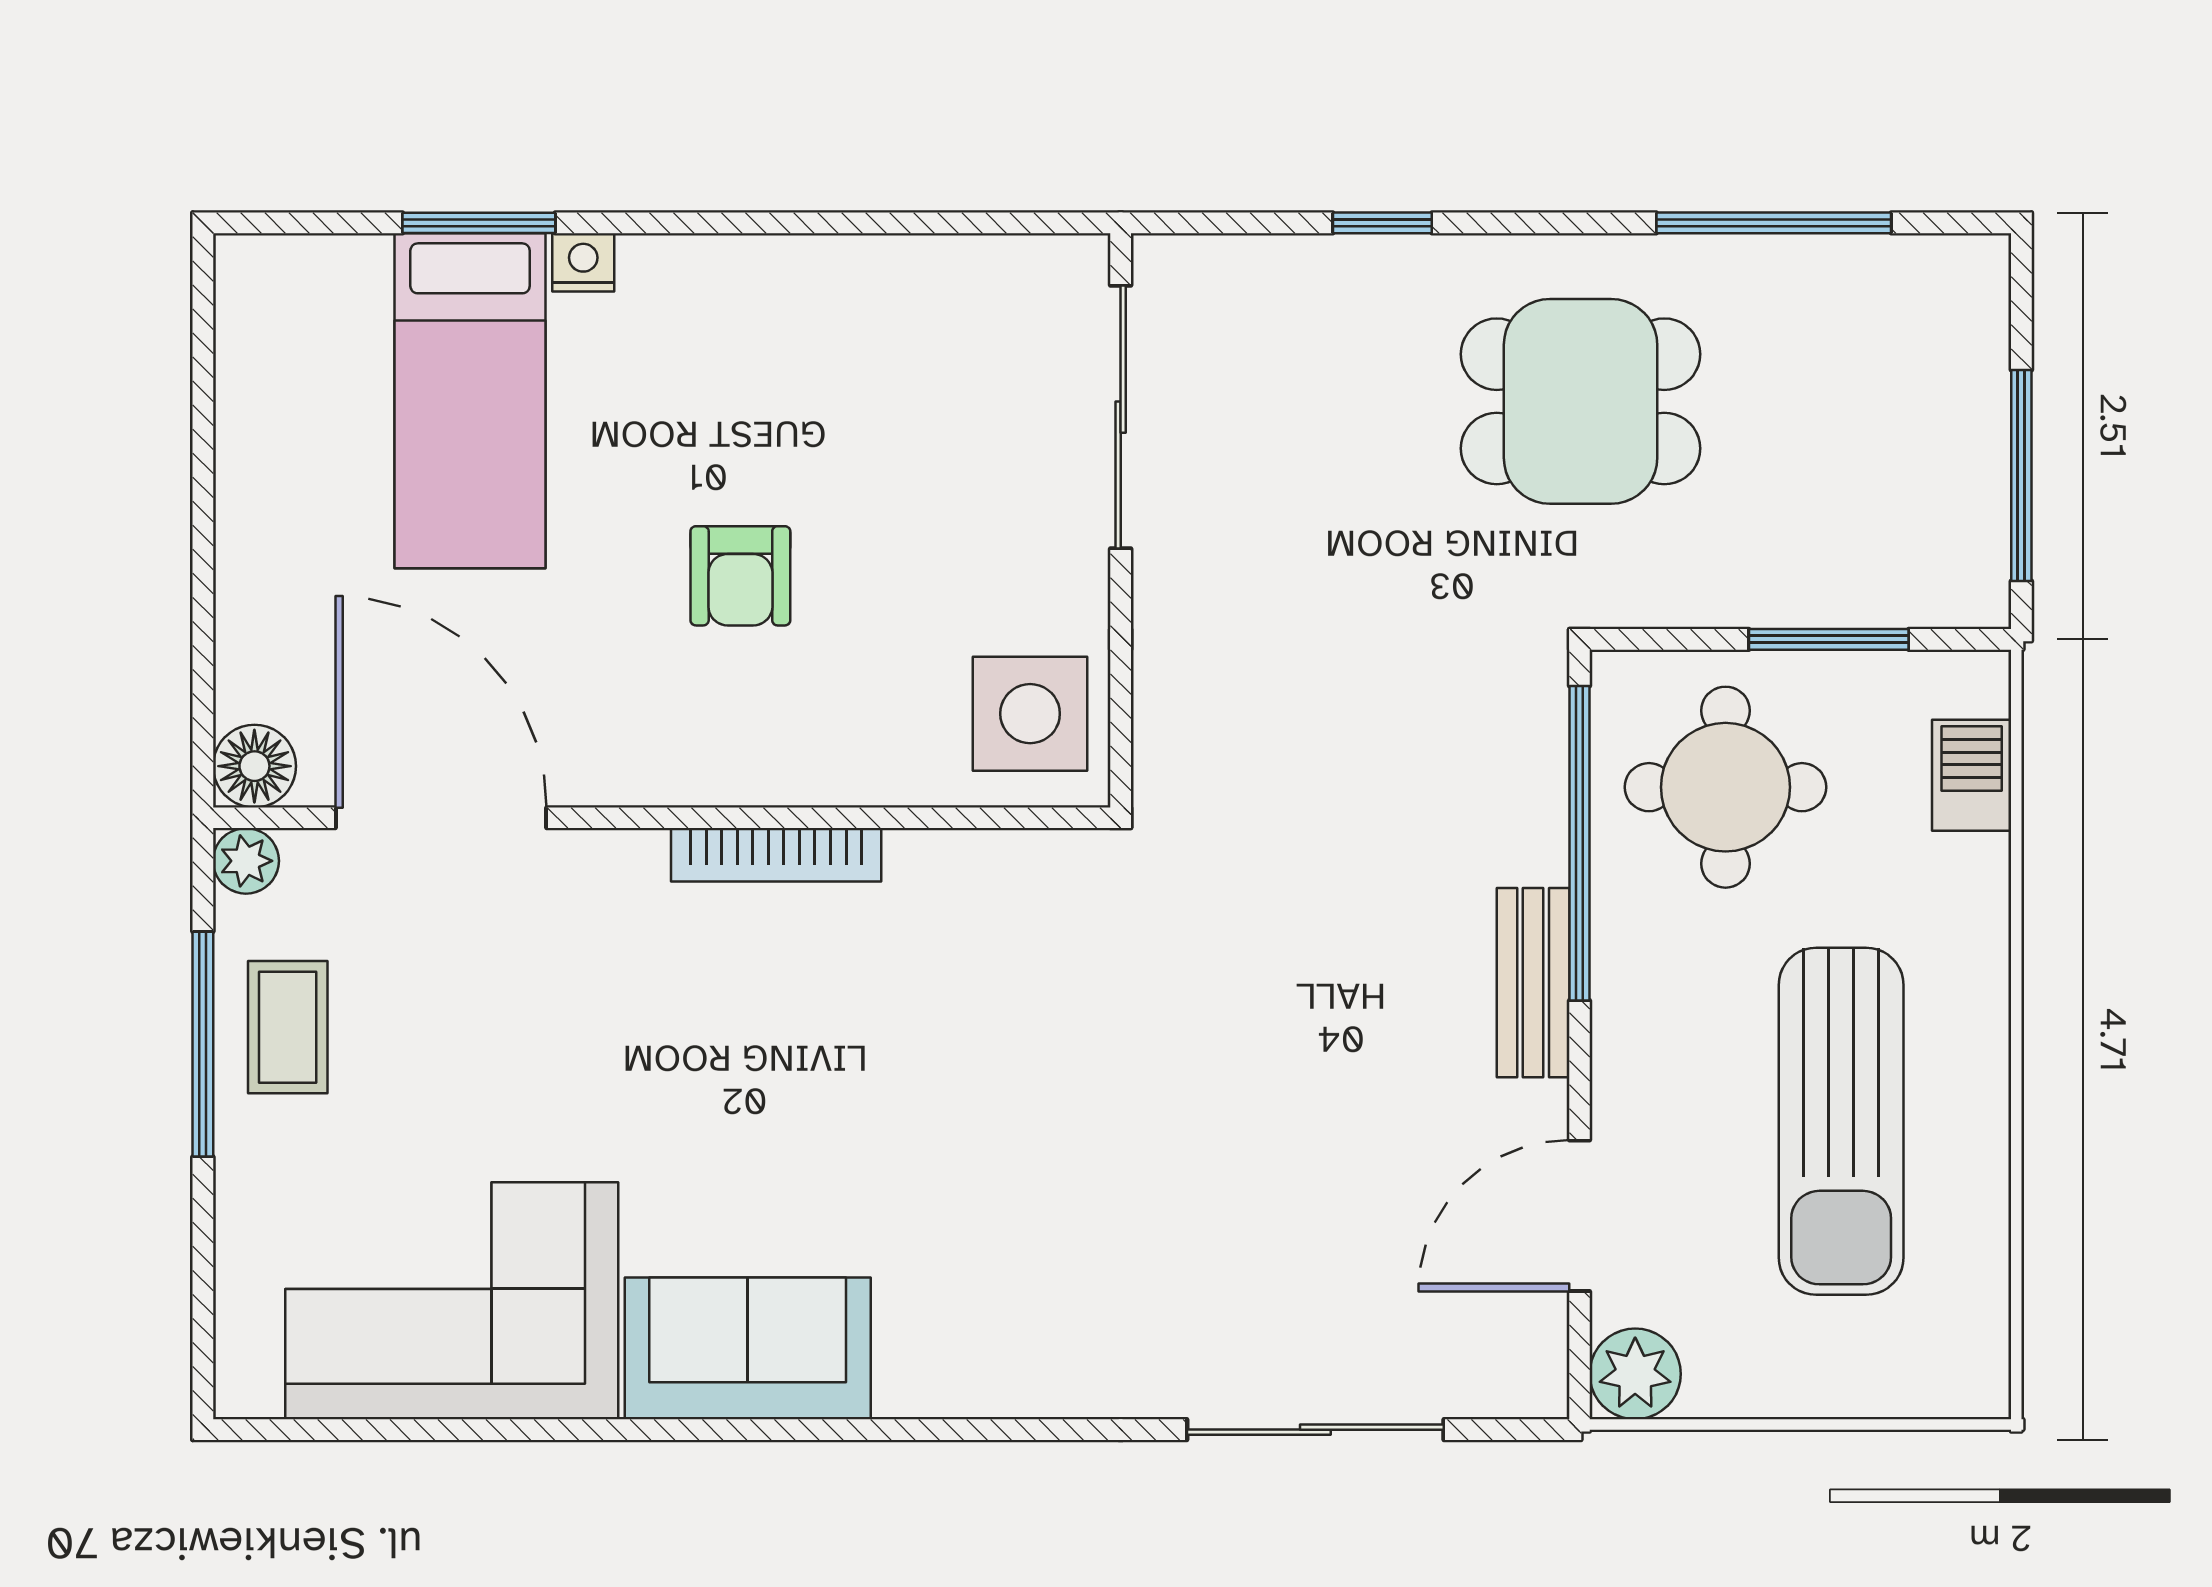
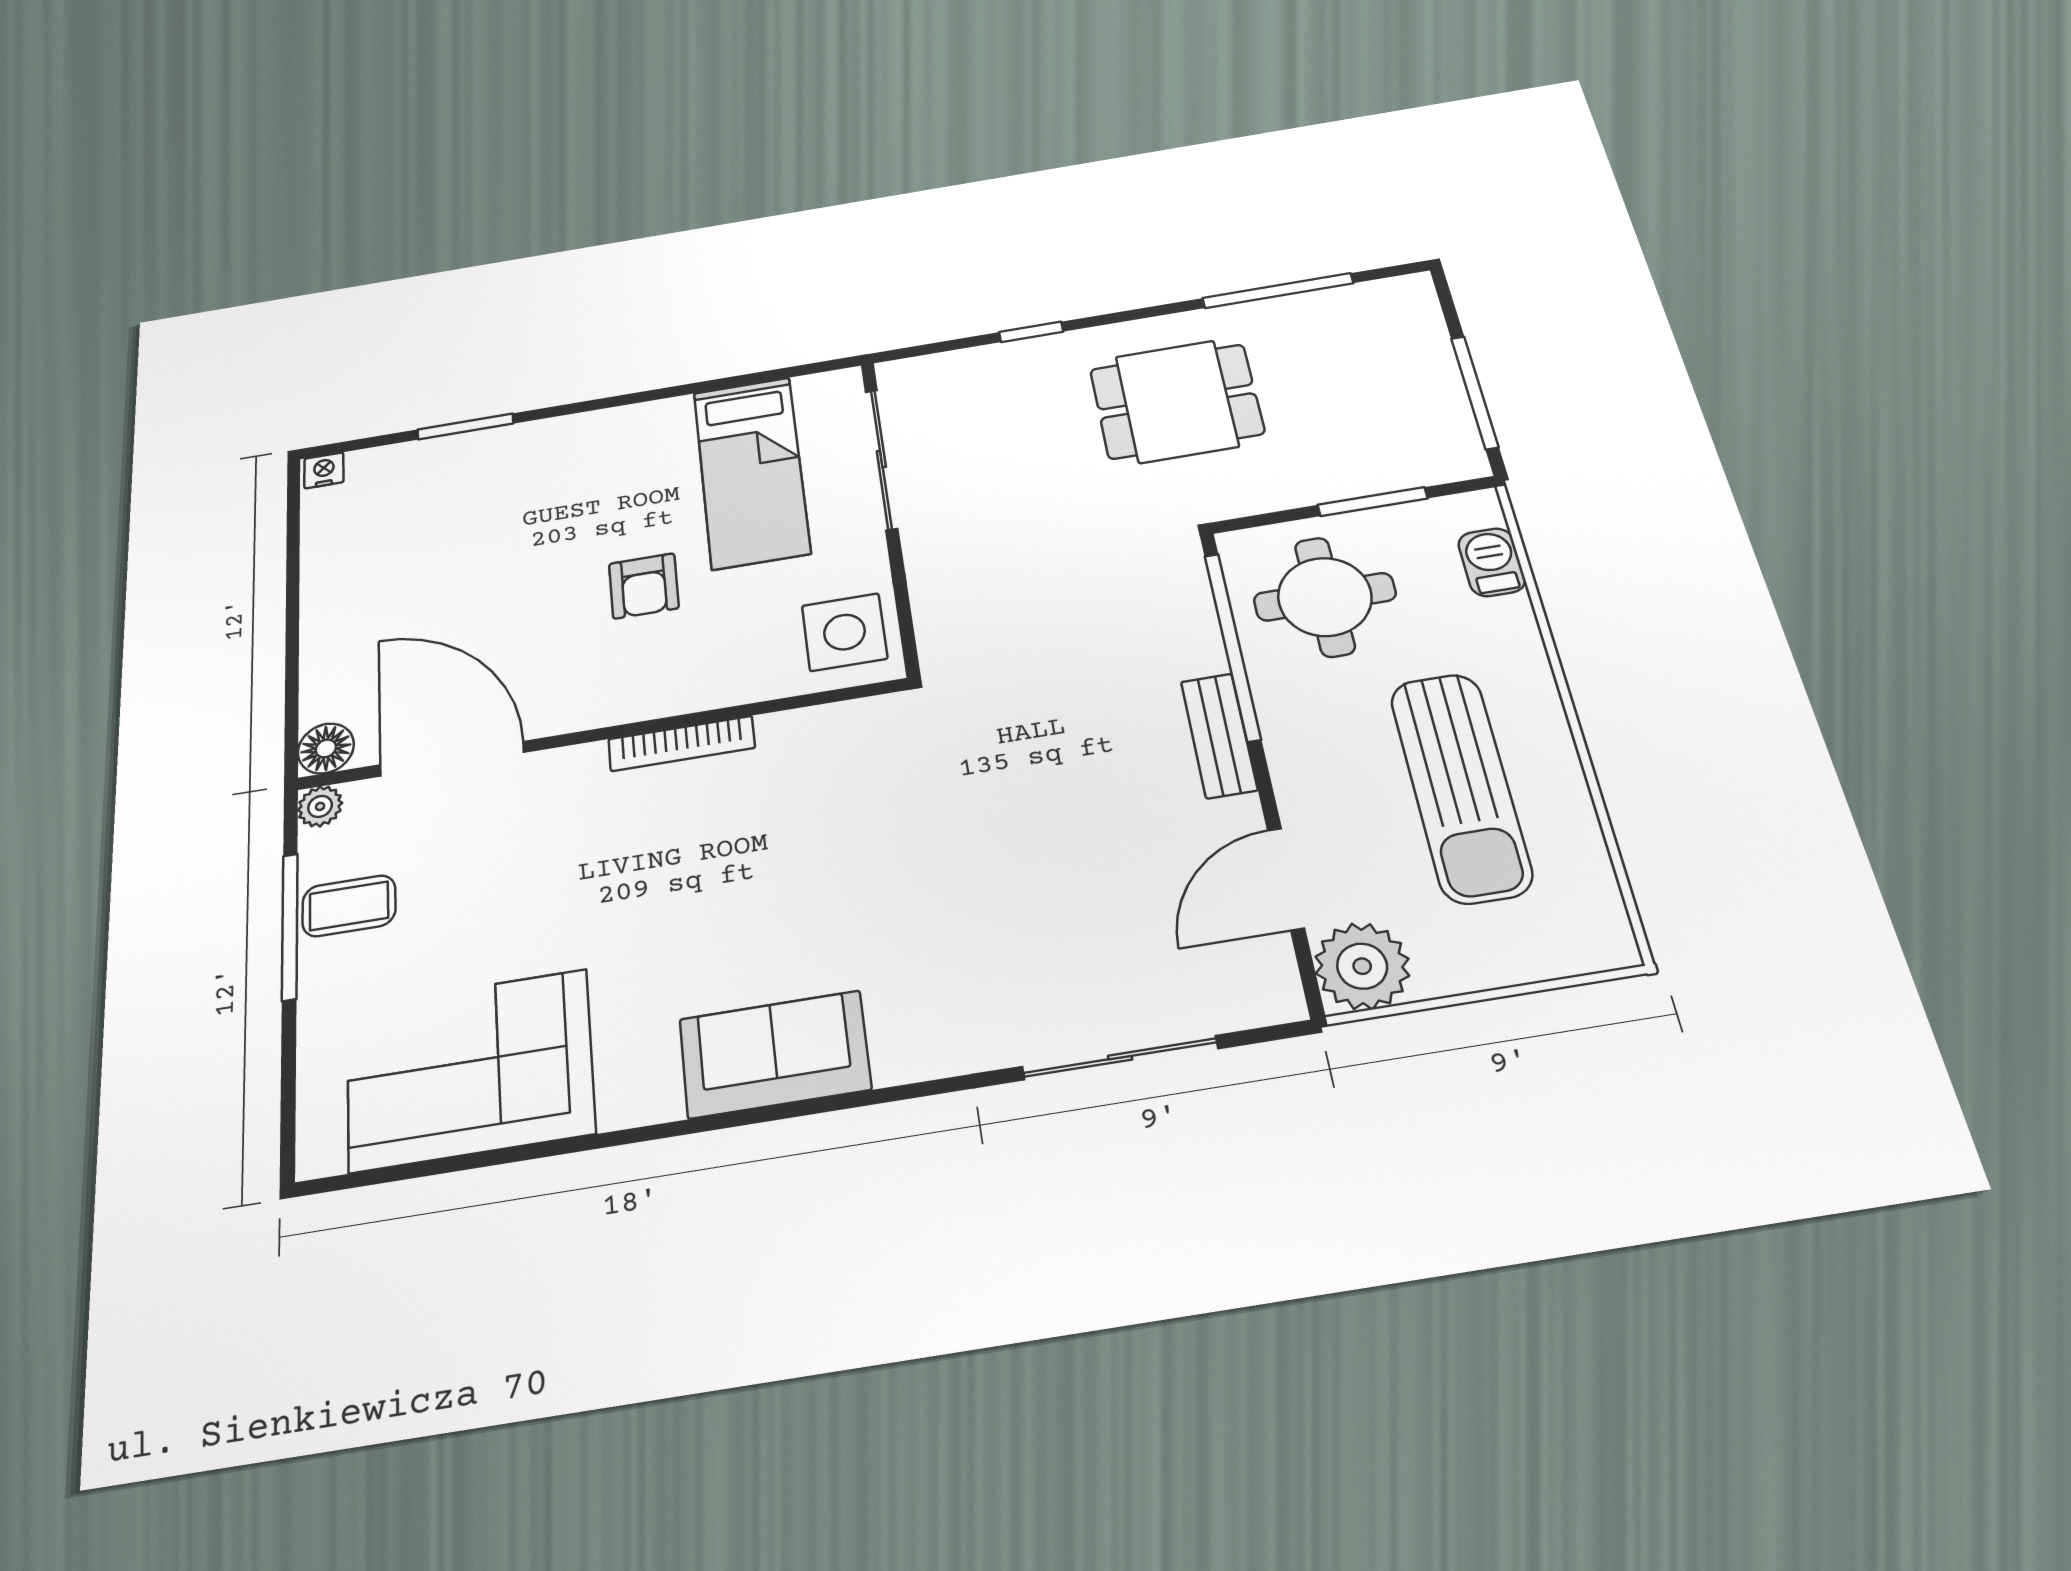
nightstand: (583, 262) -> (324, 470), moved
bed: (470, 401) -> (751, 472), moved
coffee table: (288, 1027) -> (349, 906), turned 90
sofa: (748, 1348) -> (775, 1054), moved
plant: (1635, 1374) -> (1362, 966), width x1.36, depth x1.36

